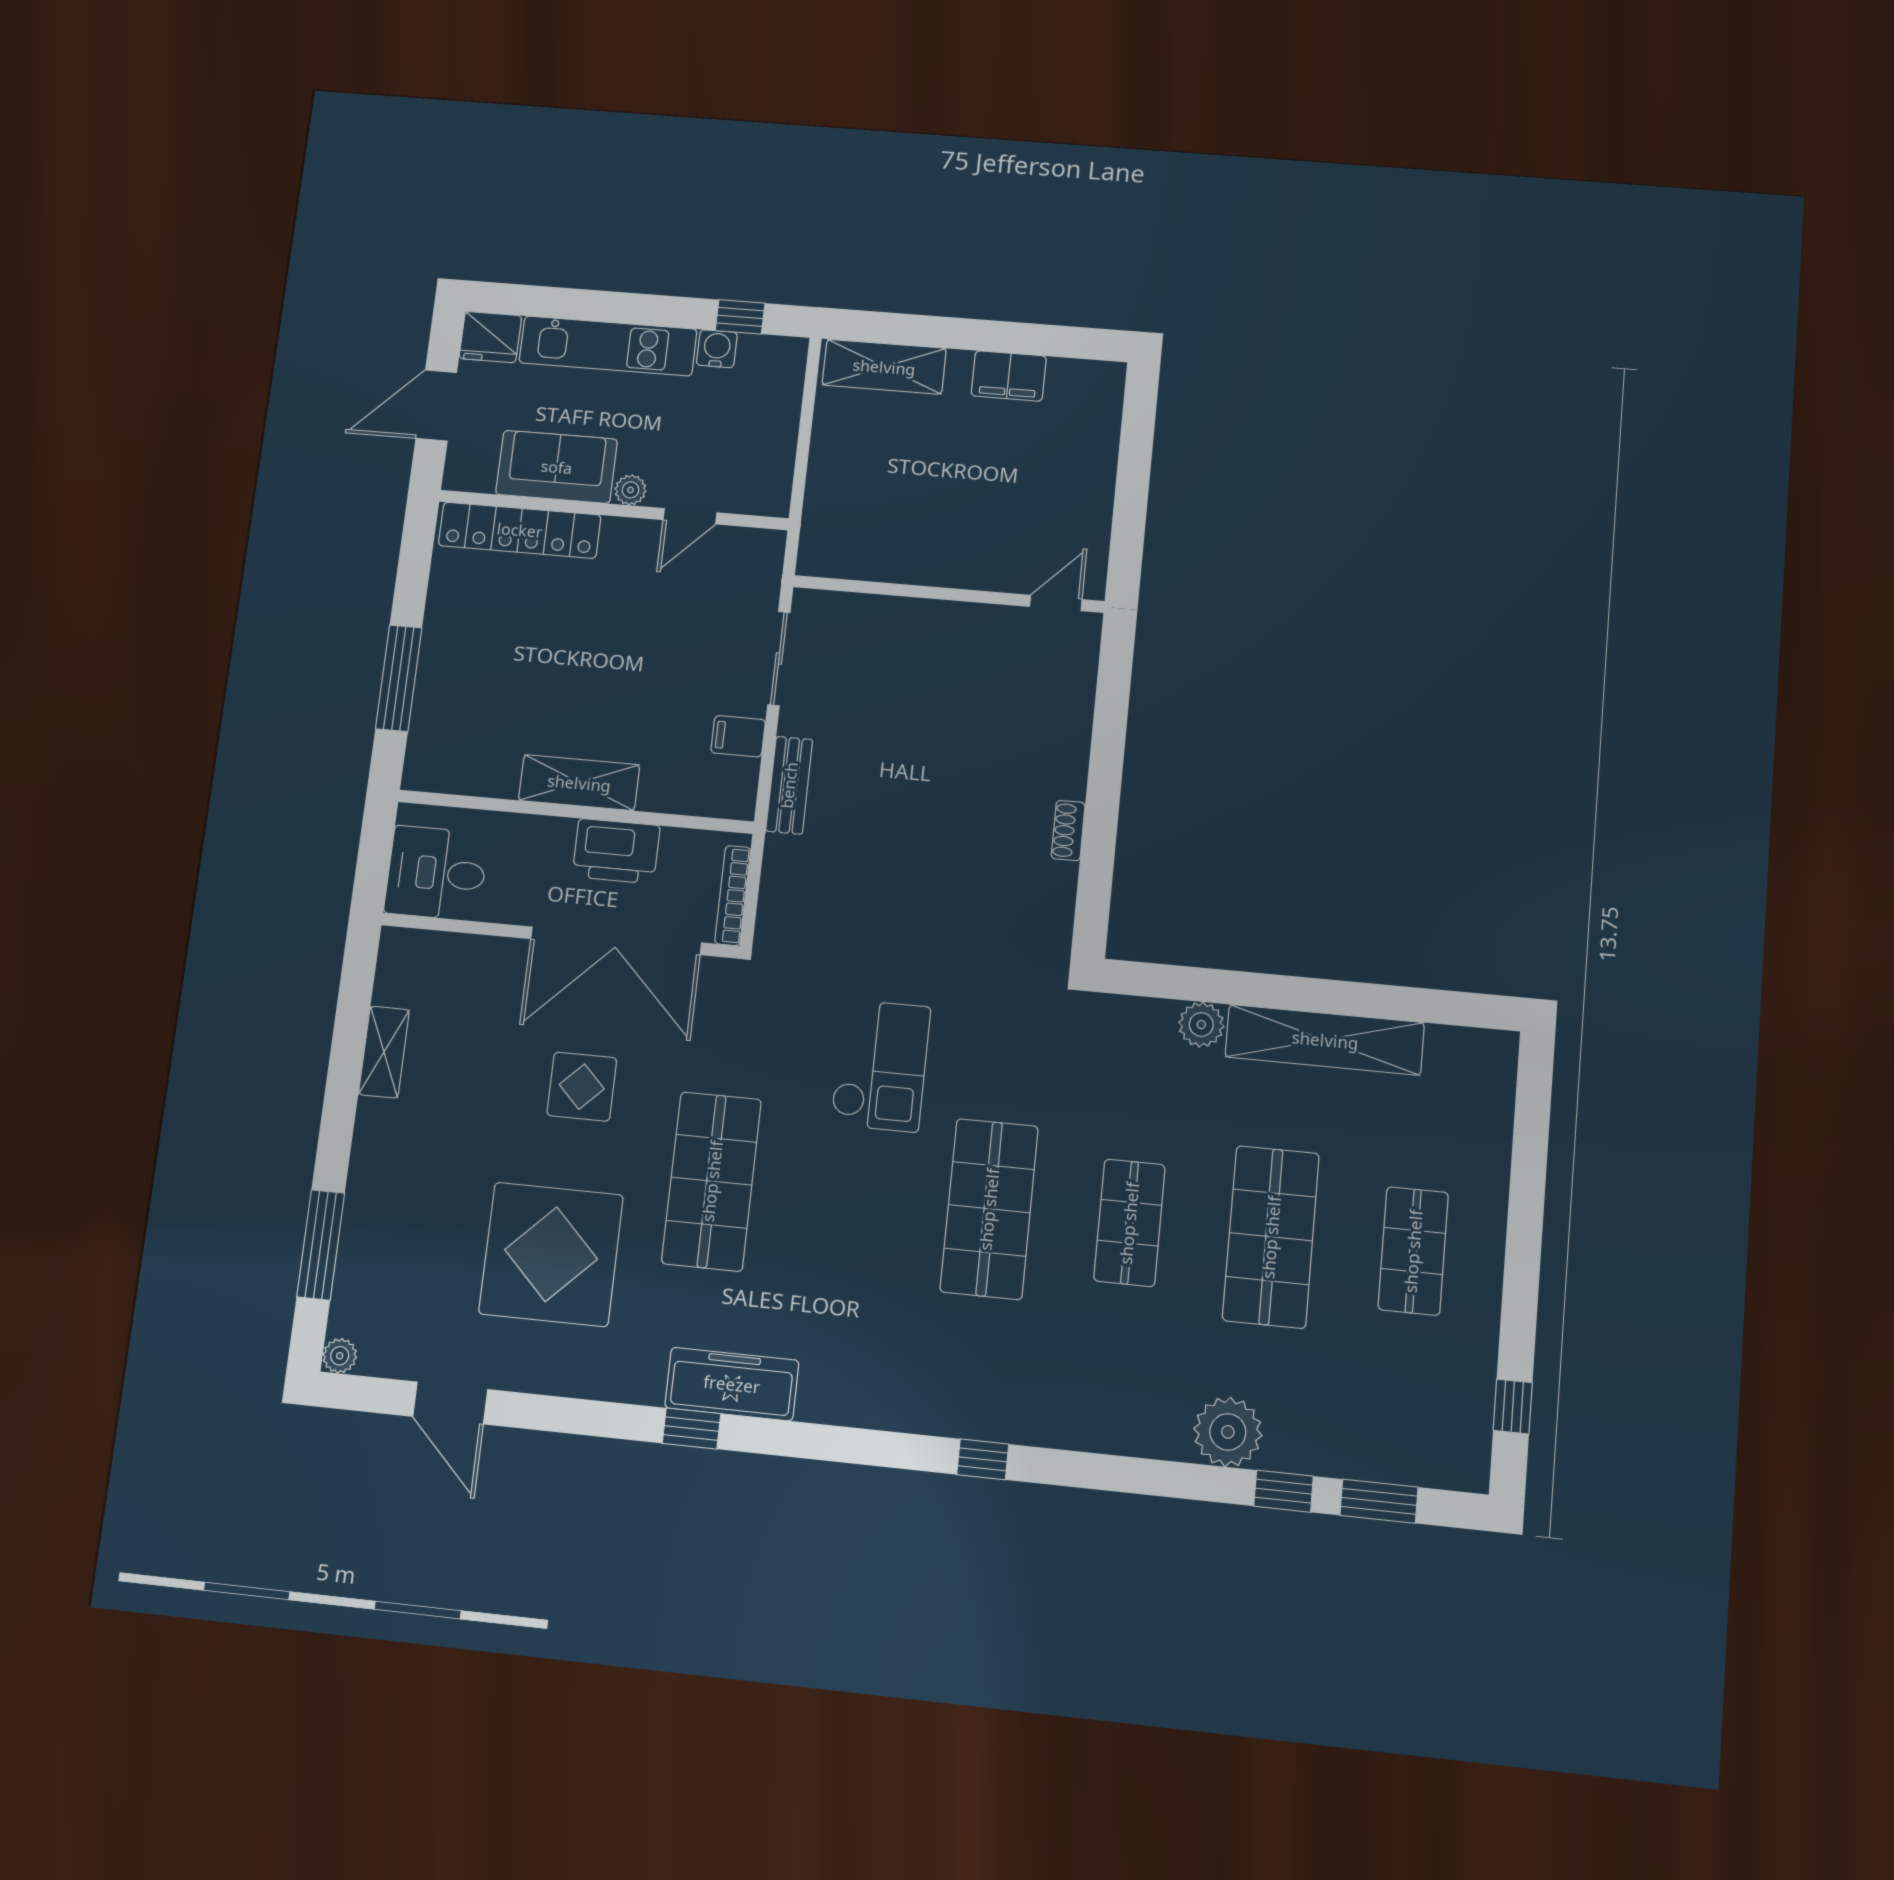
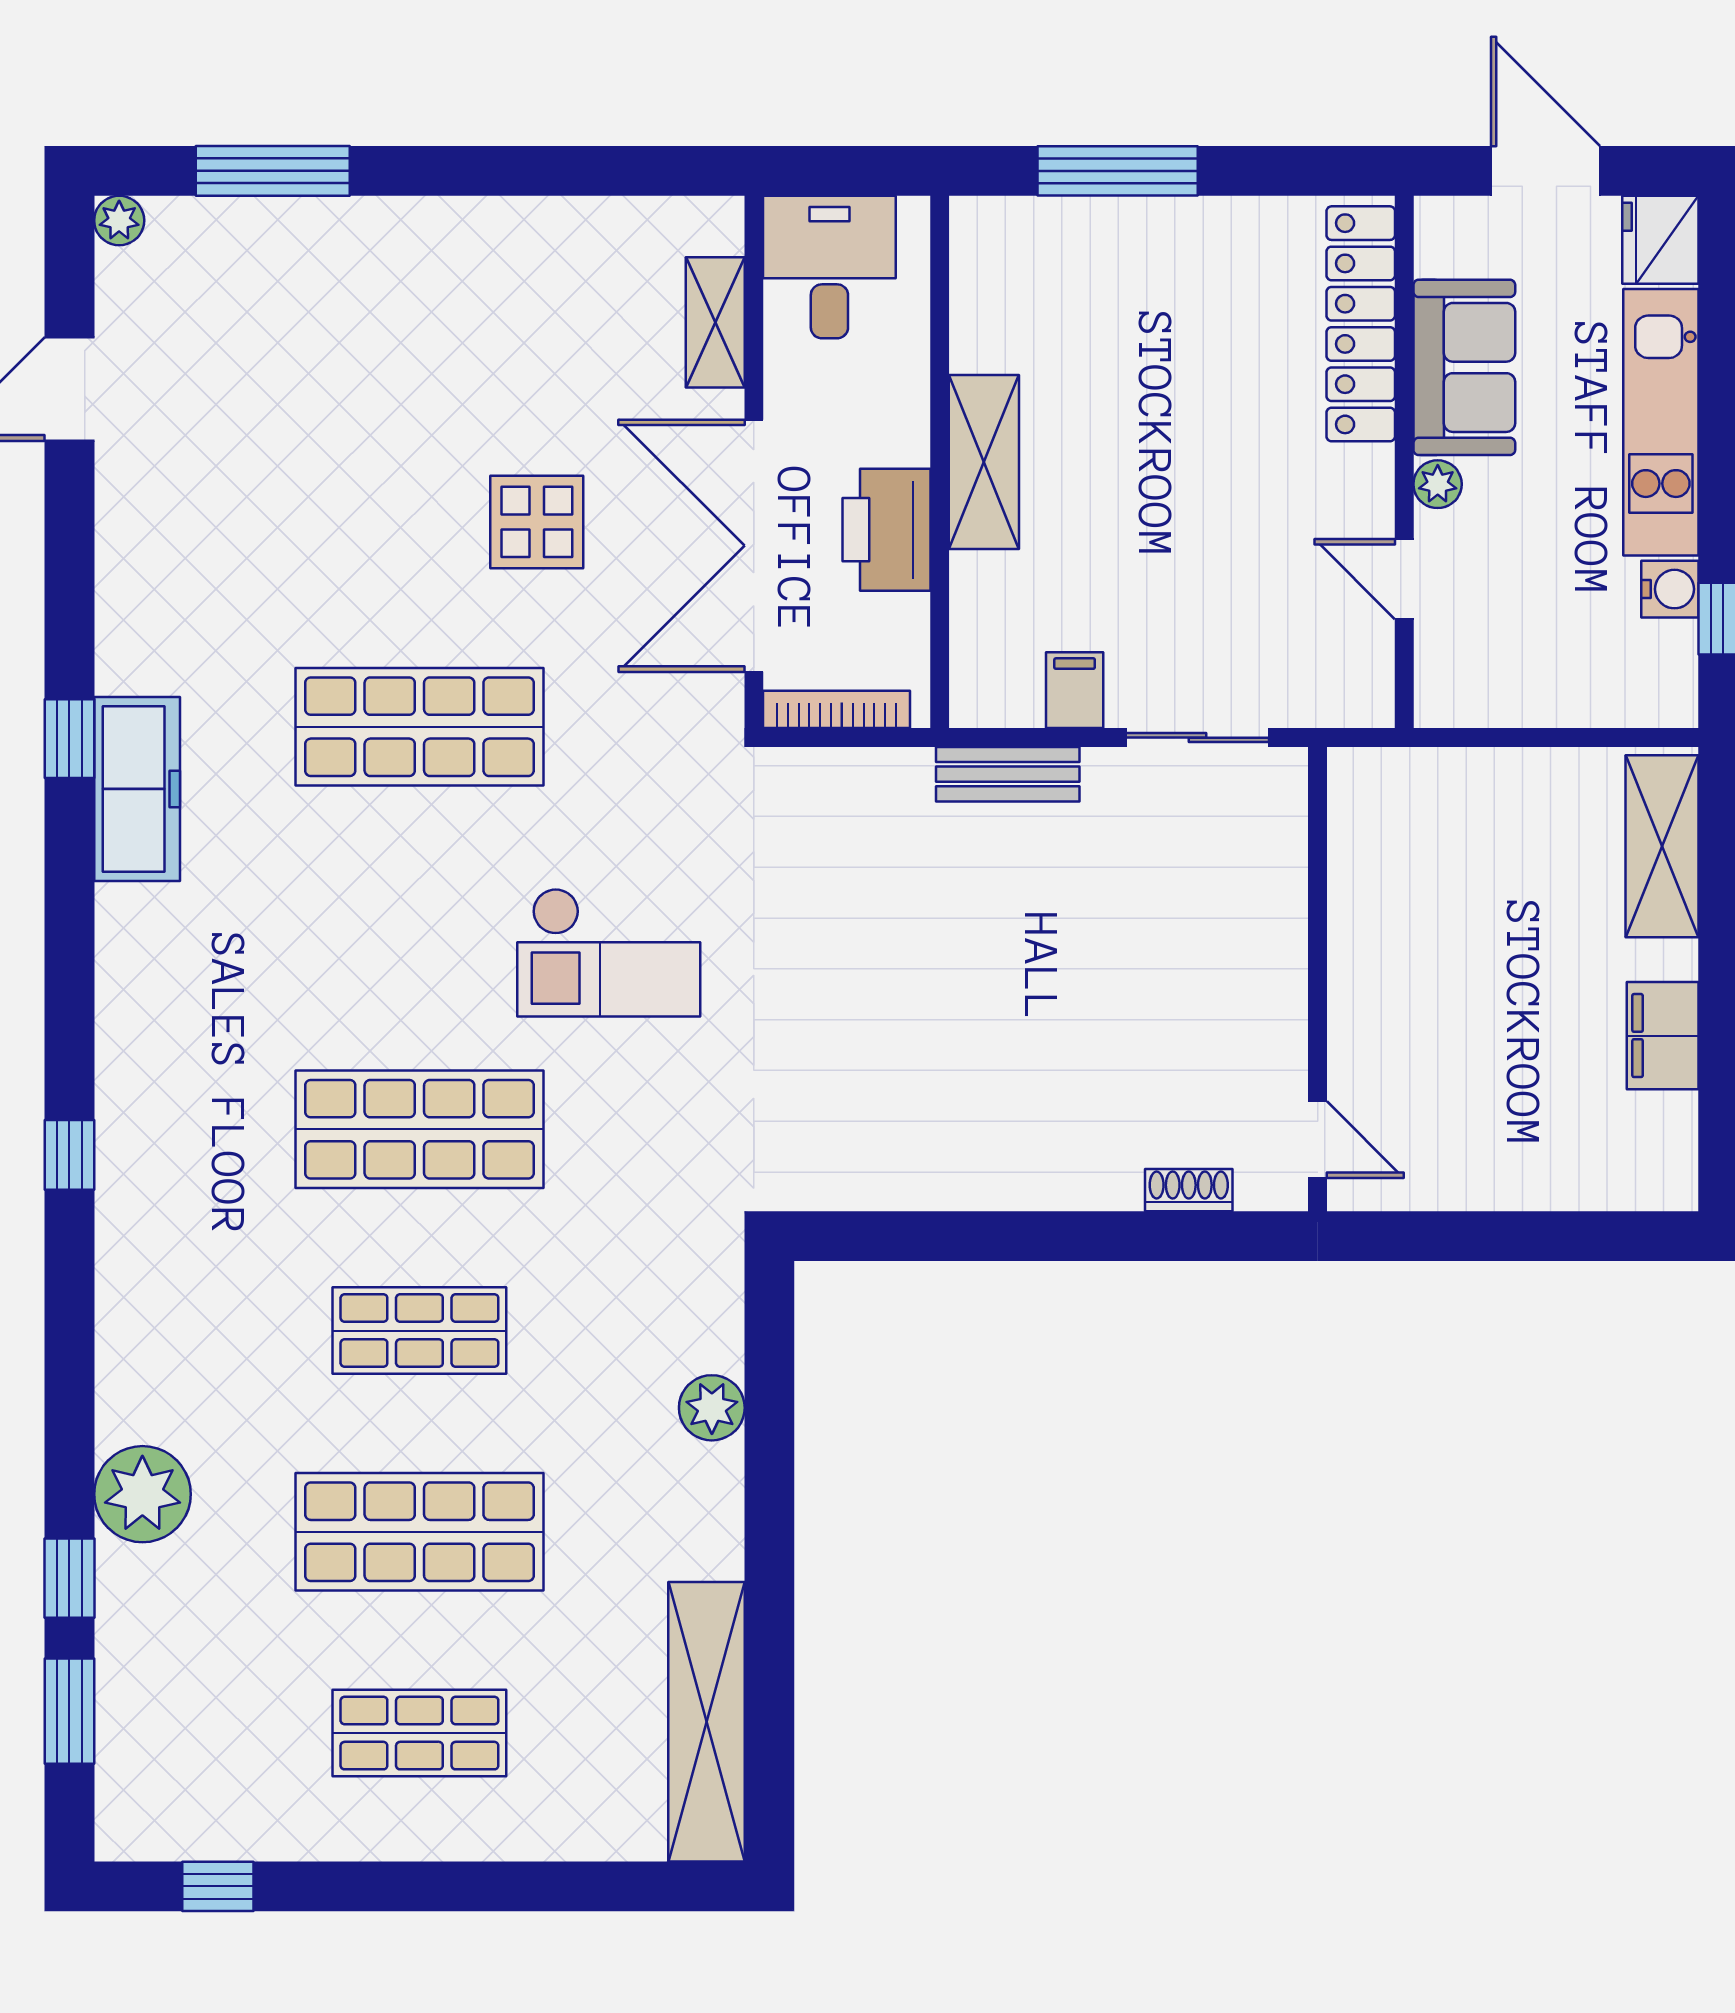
shoe rack: (1068, 831) -> (1189, 1190), moved
shelving: (1325, 1040) -> (706, 1722), moved
shelving: (384, 1052) -> (715, 322), moved, turned 90
display table: (551, 1254) -> (293, 507), removed

